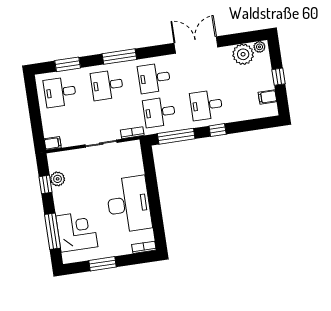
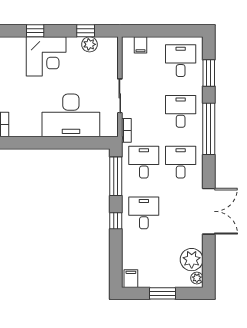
window: (119, 57) -> (209, 129), width x1.46
window: (278, 77) -> (162, 293), width x1.50
filing cabinet: (267, 97) -> (131, 279), moved
filing cabinet: (53, 143) -> (141, 45), moved
desk: (129, 204) -> (71, 115), moved
window: (53, 231) -> (35, 31), width x0.46
corner desk: (77, 231) -> (46, 56), moved

